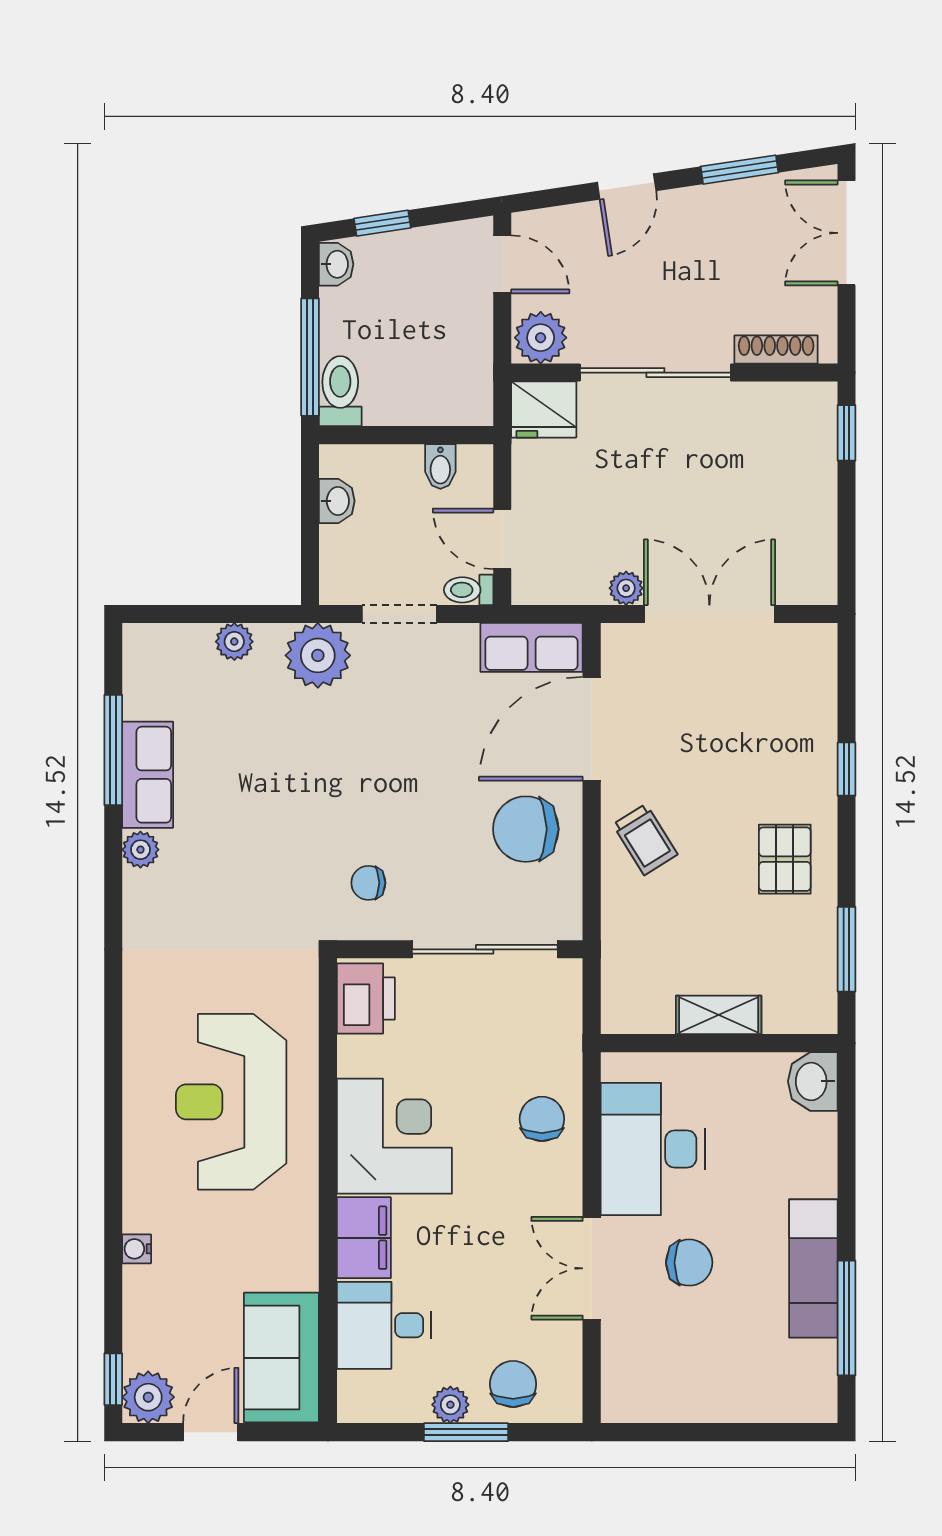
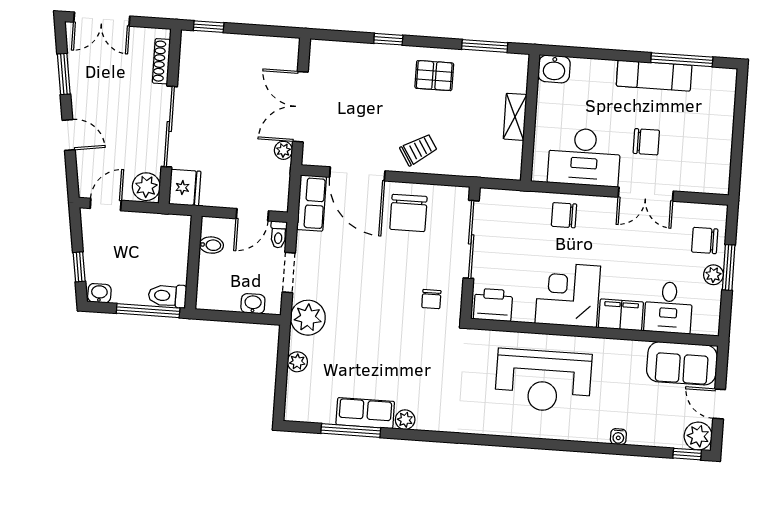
washbasin: (337, 501) -> (253, 304), moved
chair: (689, 1263) -> (646, 142), turned 90

